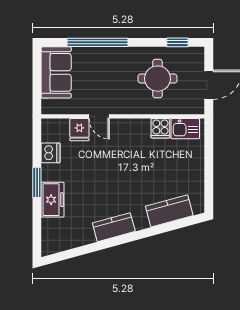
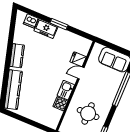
kitchen sink: (185, 129) -> (66, 90), moved
dishwasher: (51, 153) -> (31, 21), moved
kitchen counter: (169, 211) -> (13, 90), width x1.50

